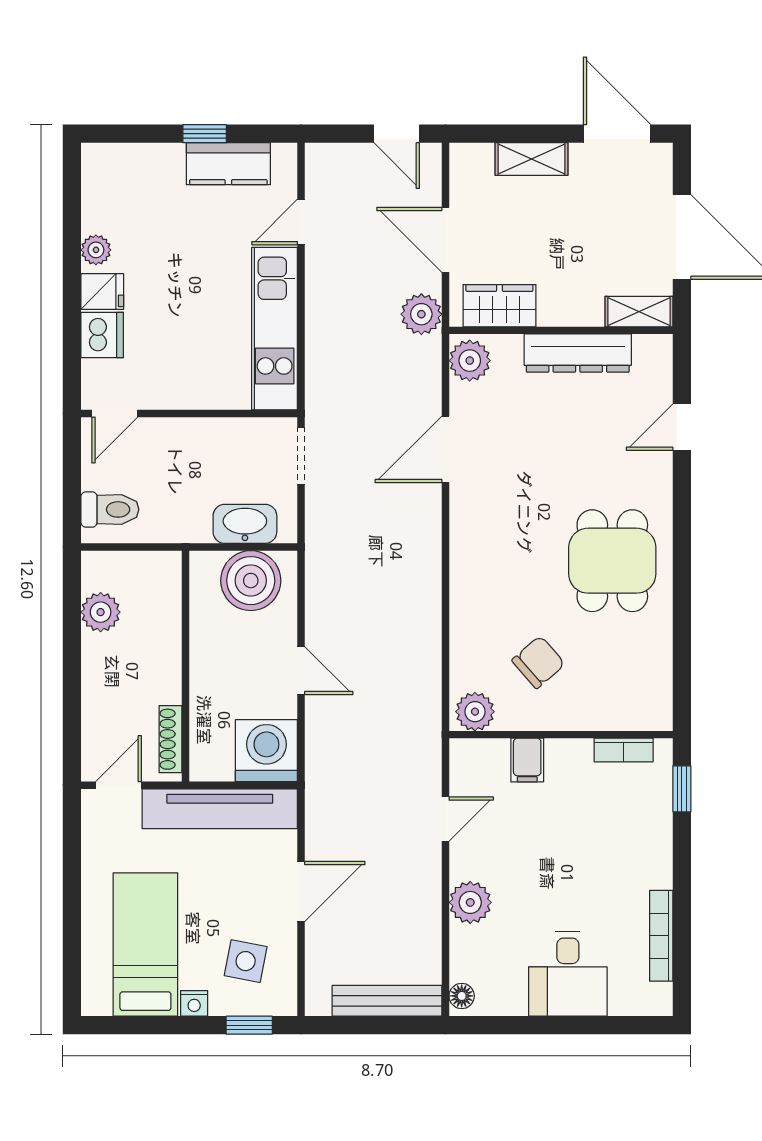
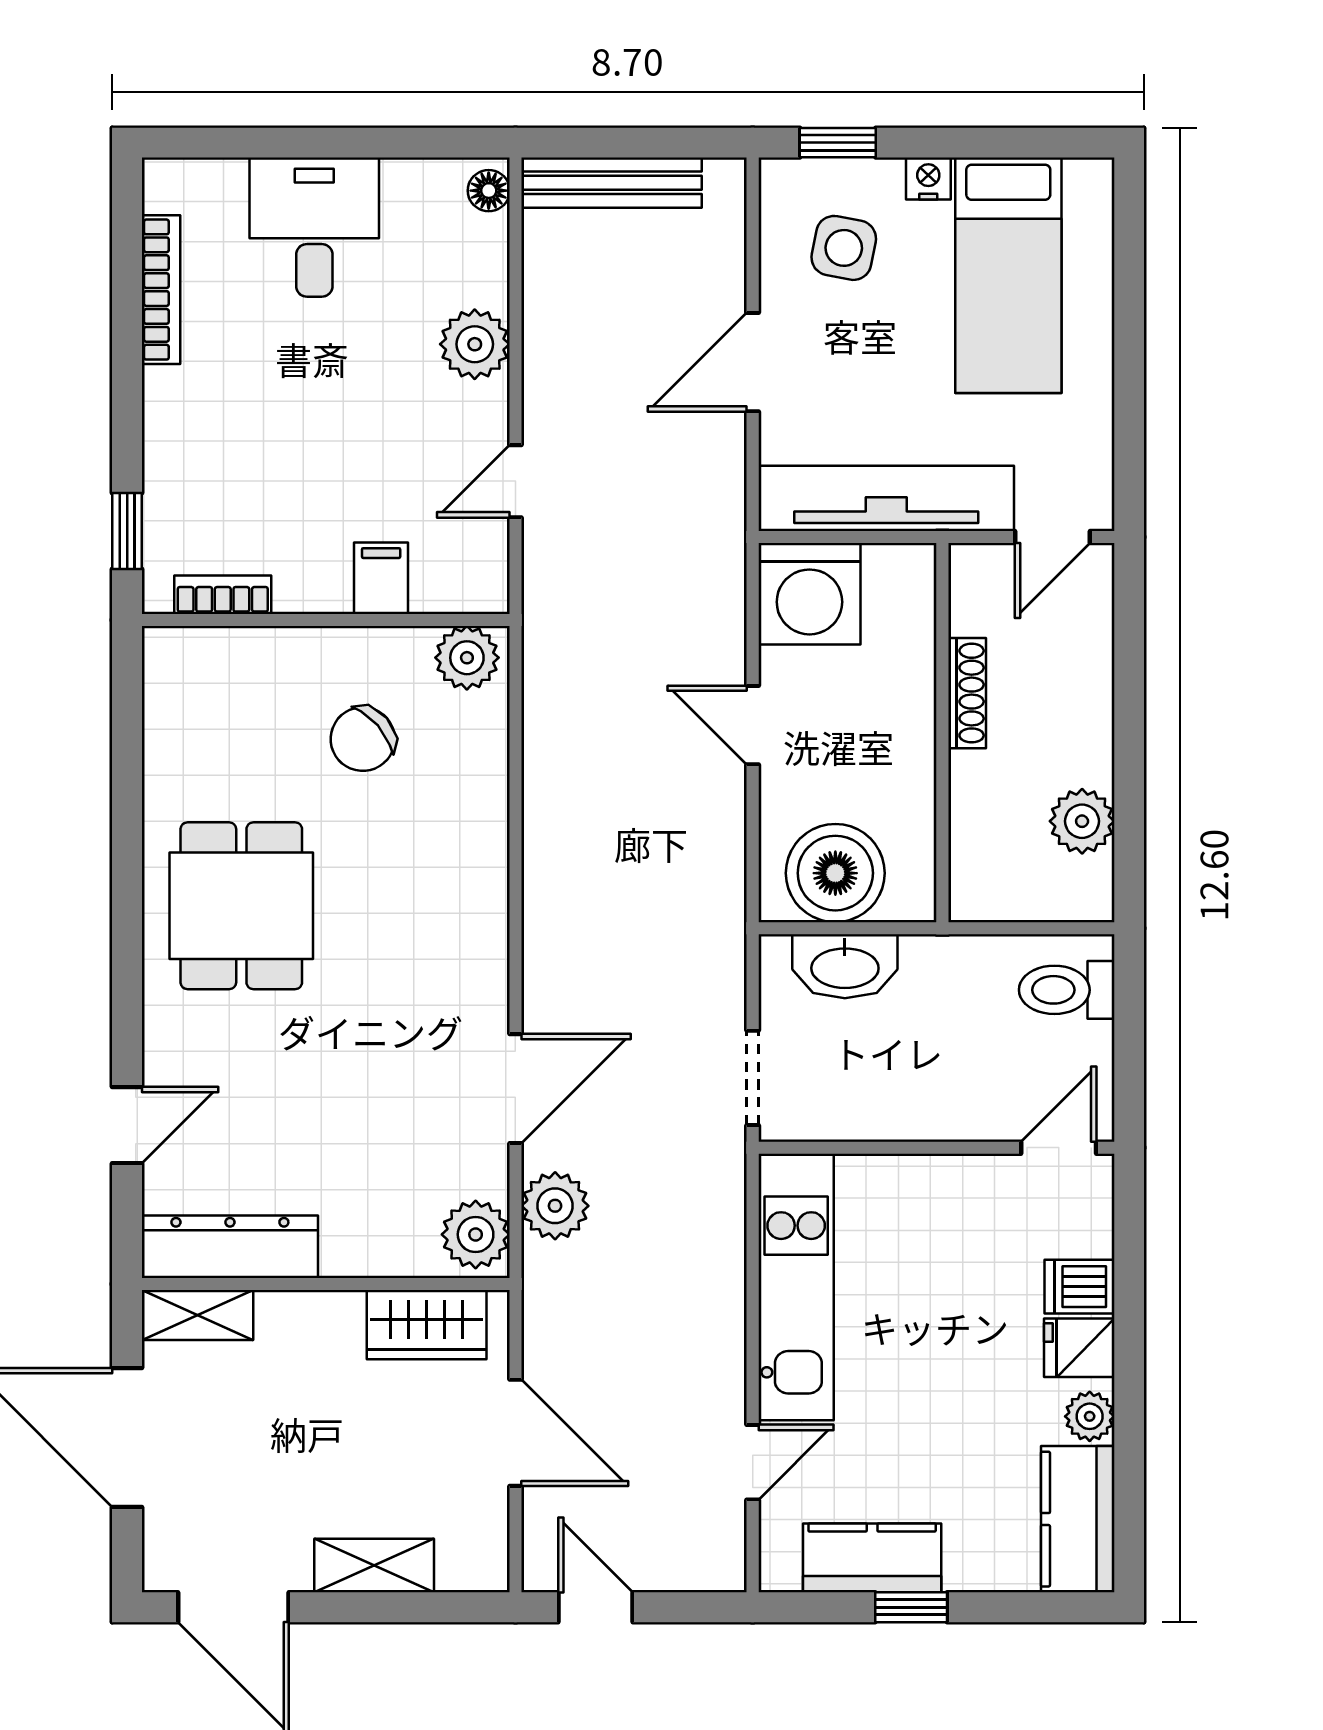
kitchen counter: (103, 187) -> (1078, 1519), added
plant: (421, 314) -> (555, 1206), moved
dishwasher: (102, 335) -> (1079, 1287), width x0.73
dresser: (578, 353) -> (230, 1247), moved
shoe rack: (171, 739) -> (967, 693), moved

